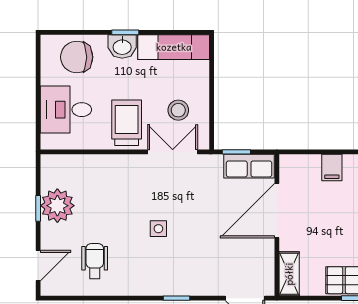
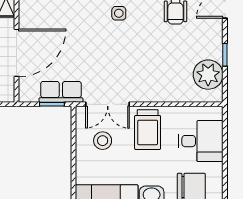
row of seats: (249, 166) -> (61, 92), moved
plant: (57, 206) -> (208, 75), moved
side table: (158, 229) -> (119, 13), moved

